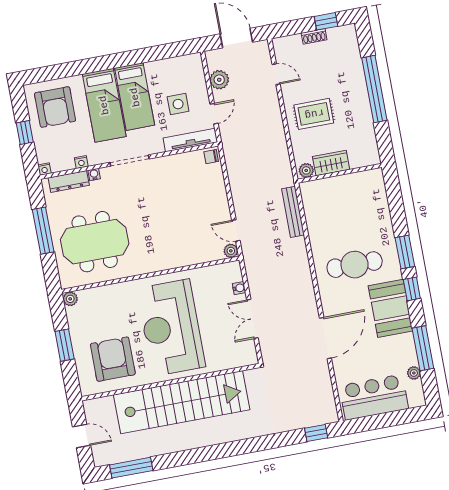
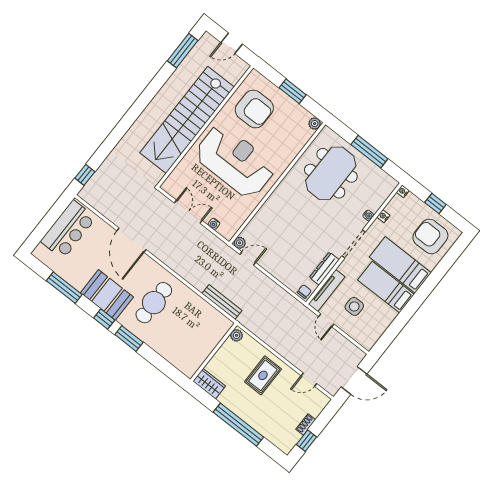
plant: (219, 80) -> (342, 345), removed
wardrobe: (331, 163) -> (209, 384), moved, turned -90
dresser: (69, 181) -> (324, 269), moved
plant: (414, 373) -> (56, 267), removed

